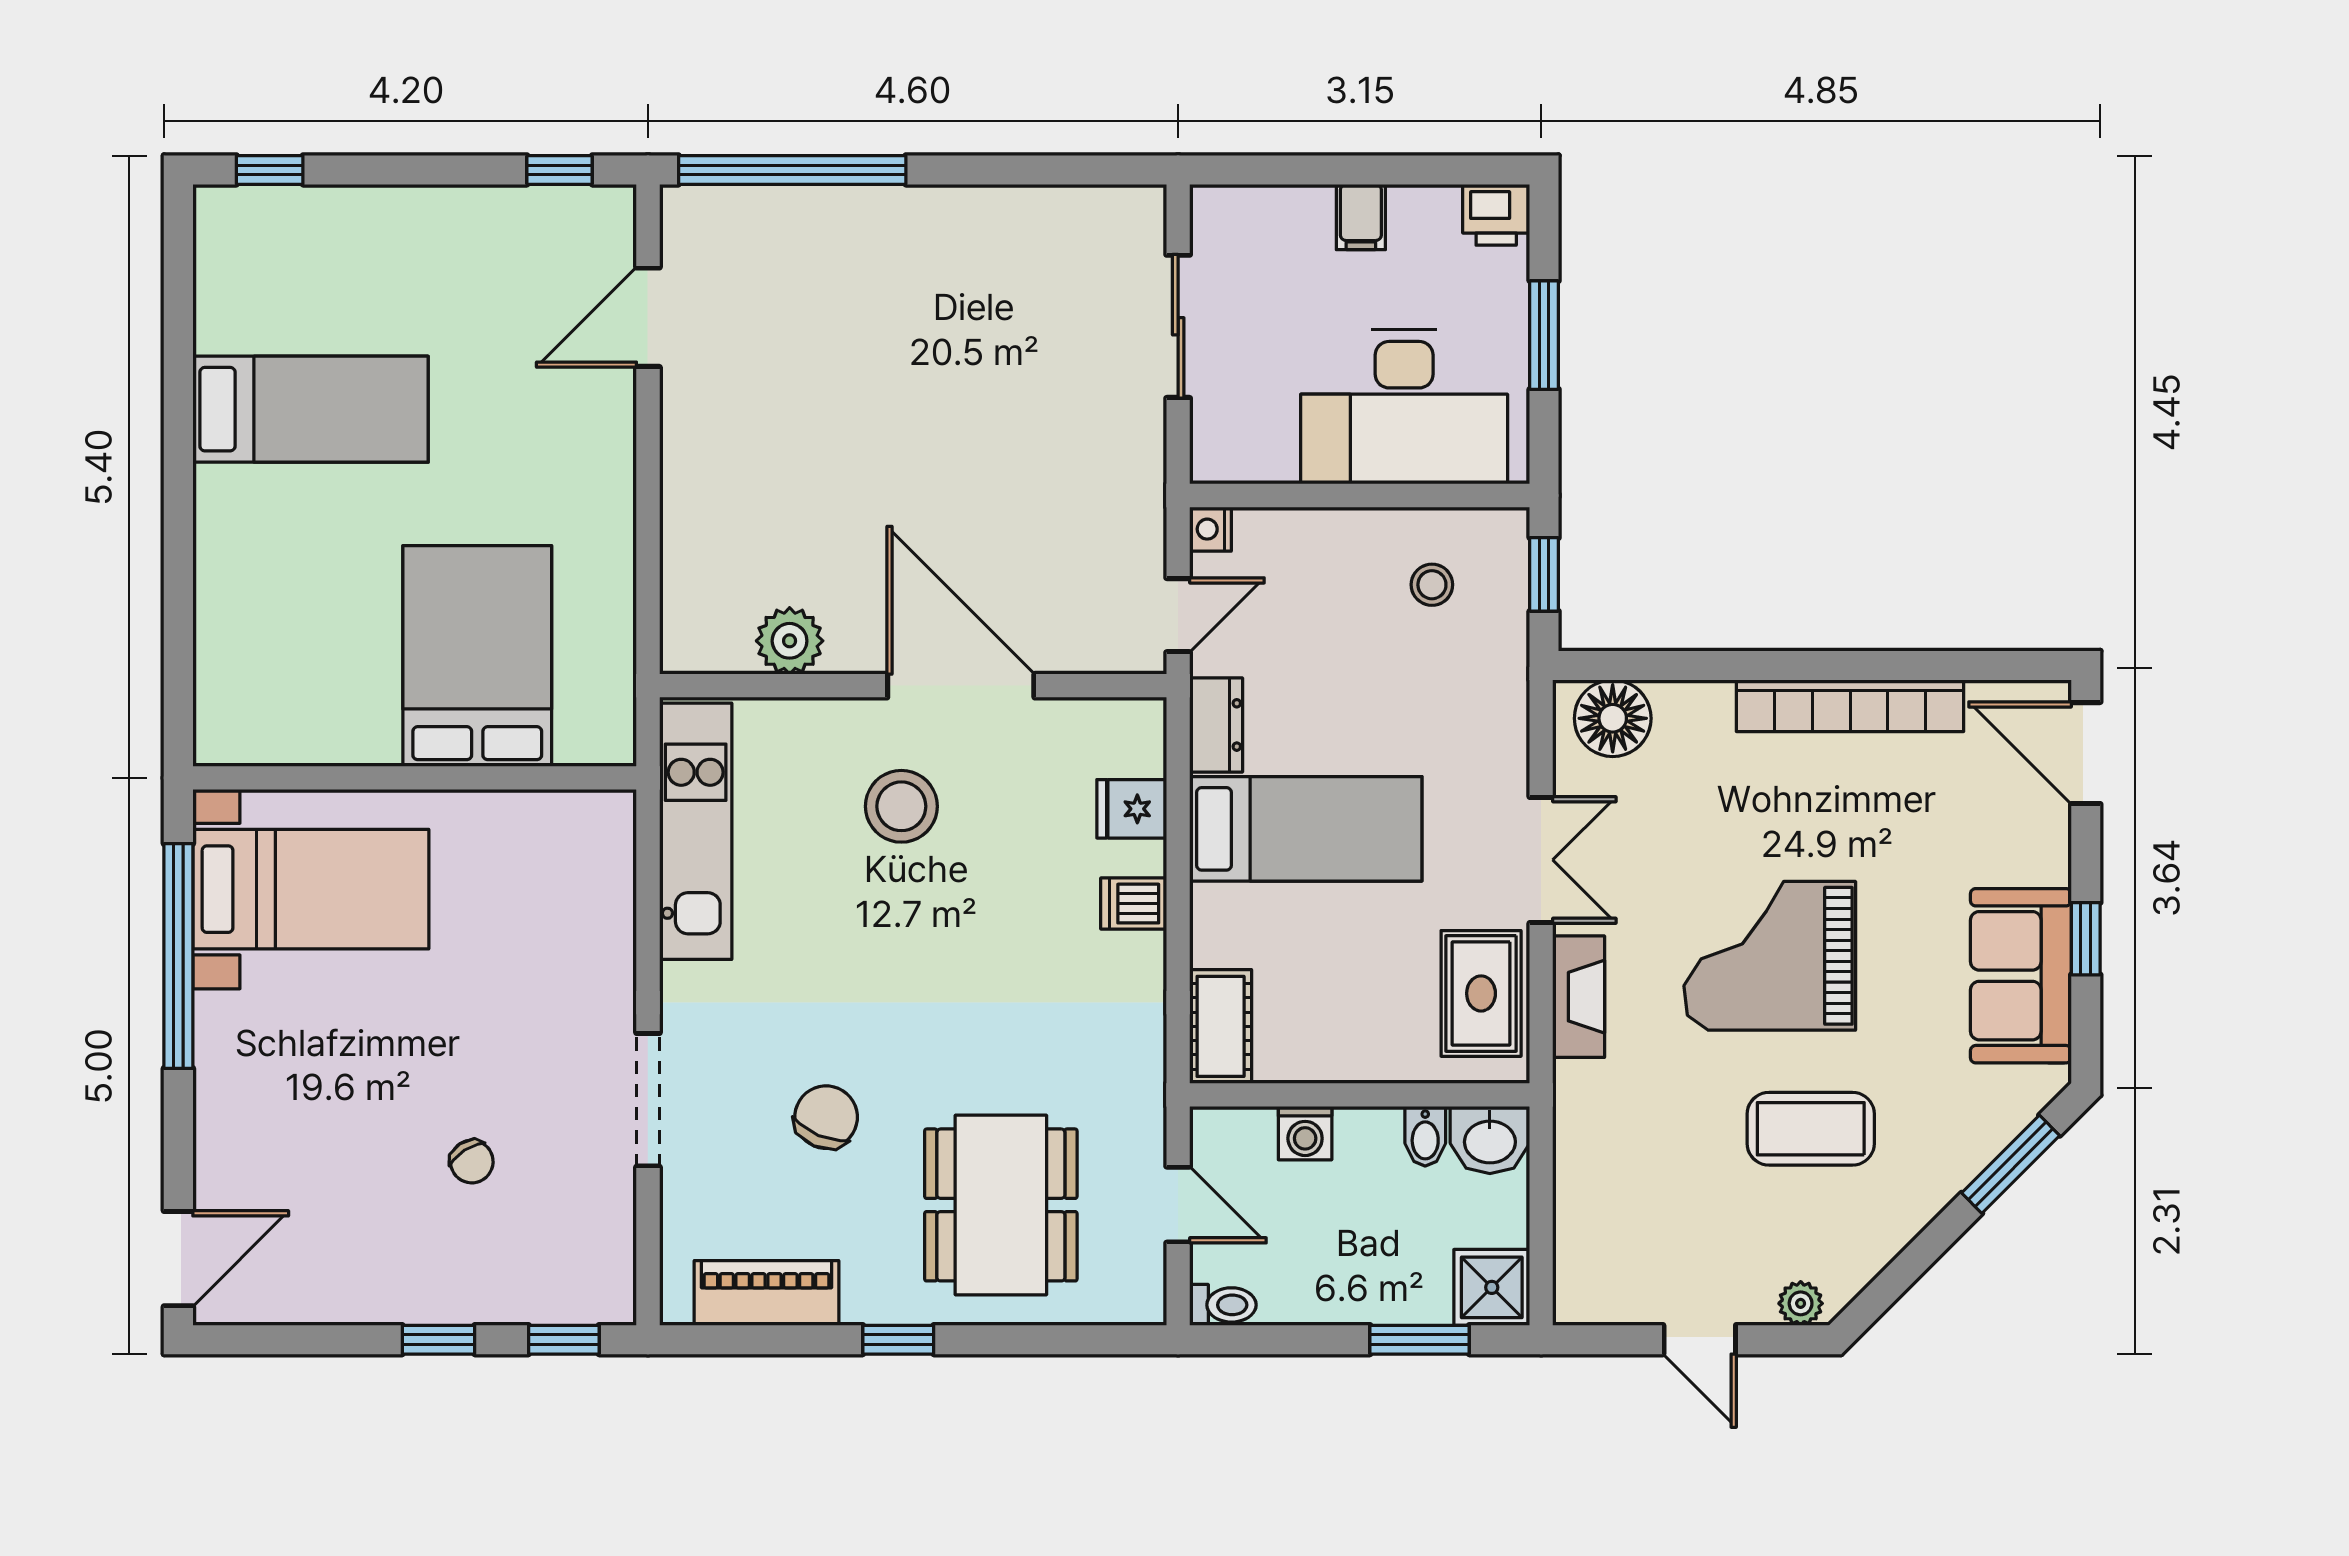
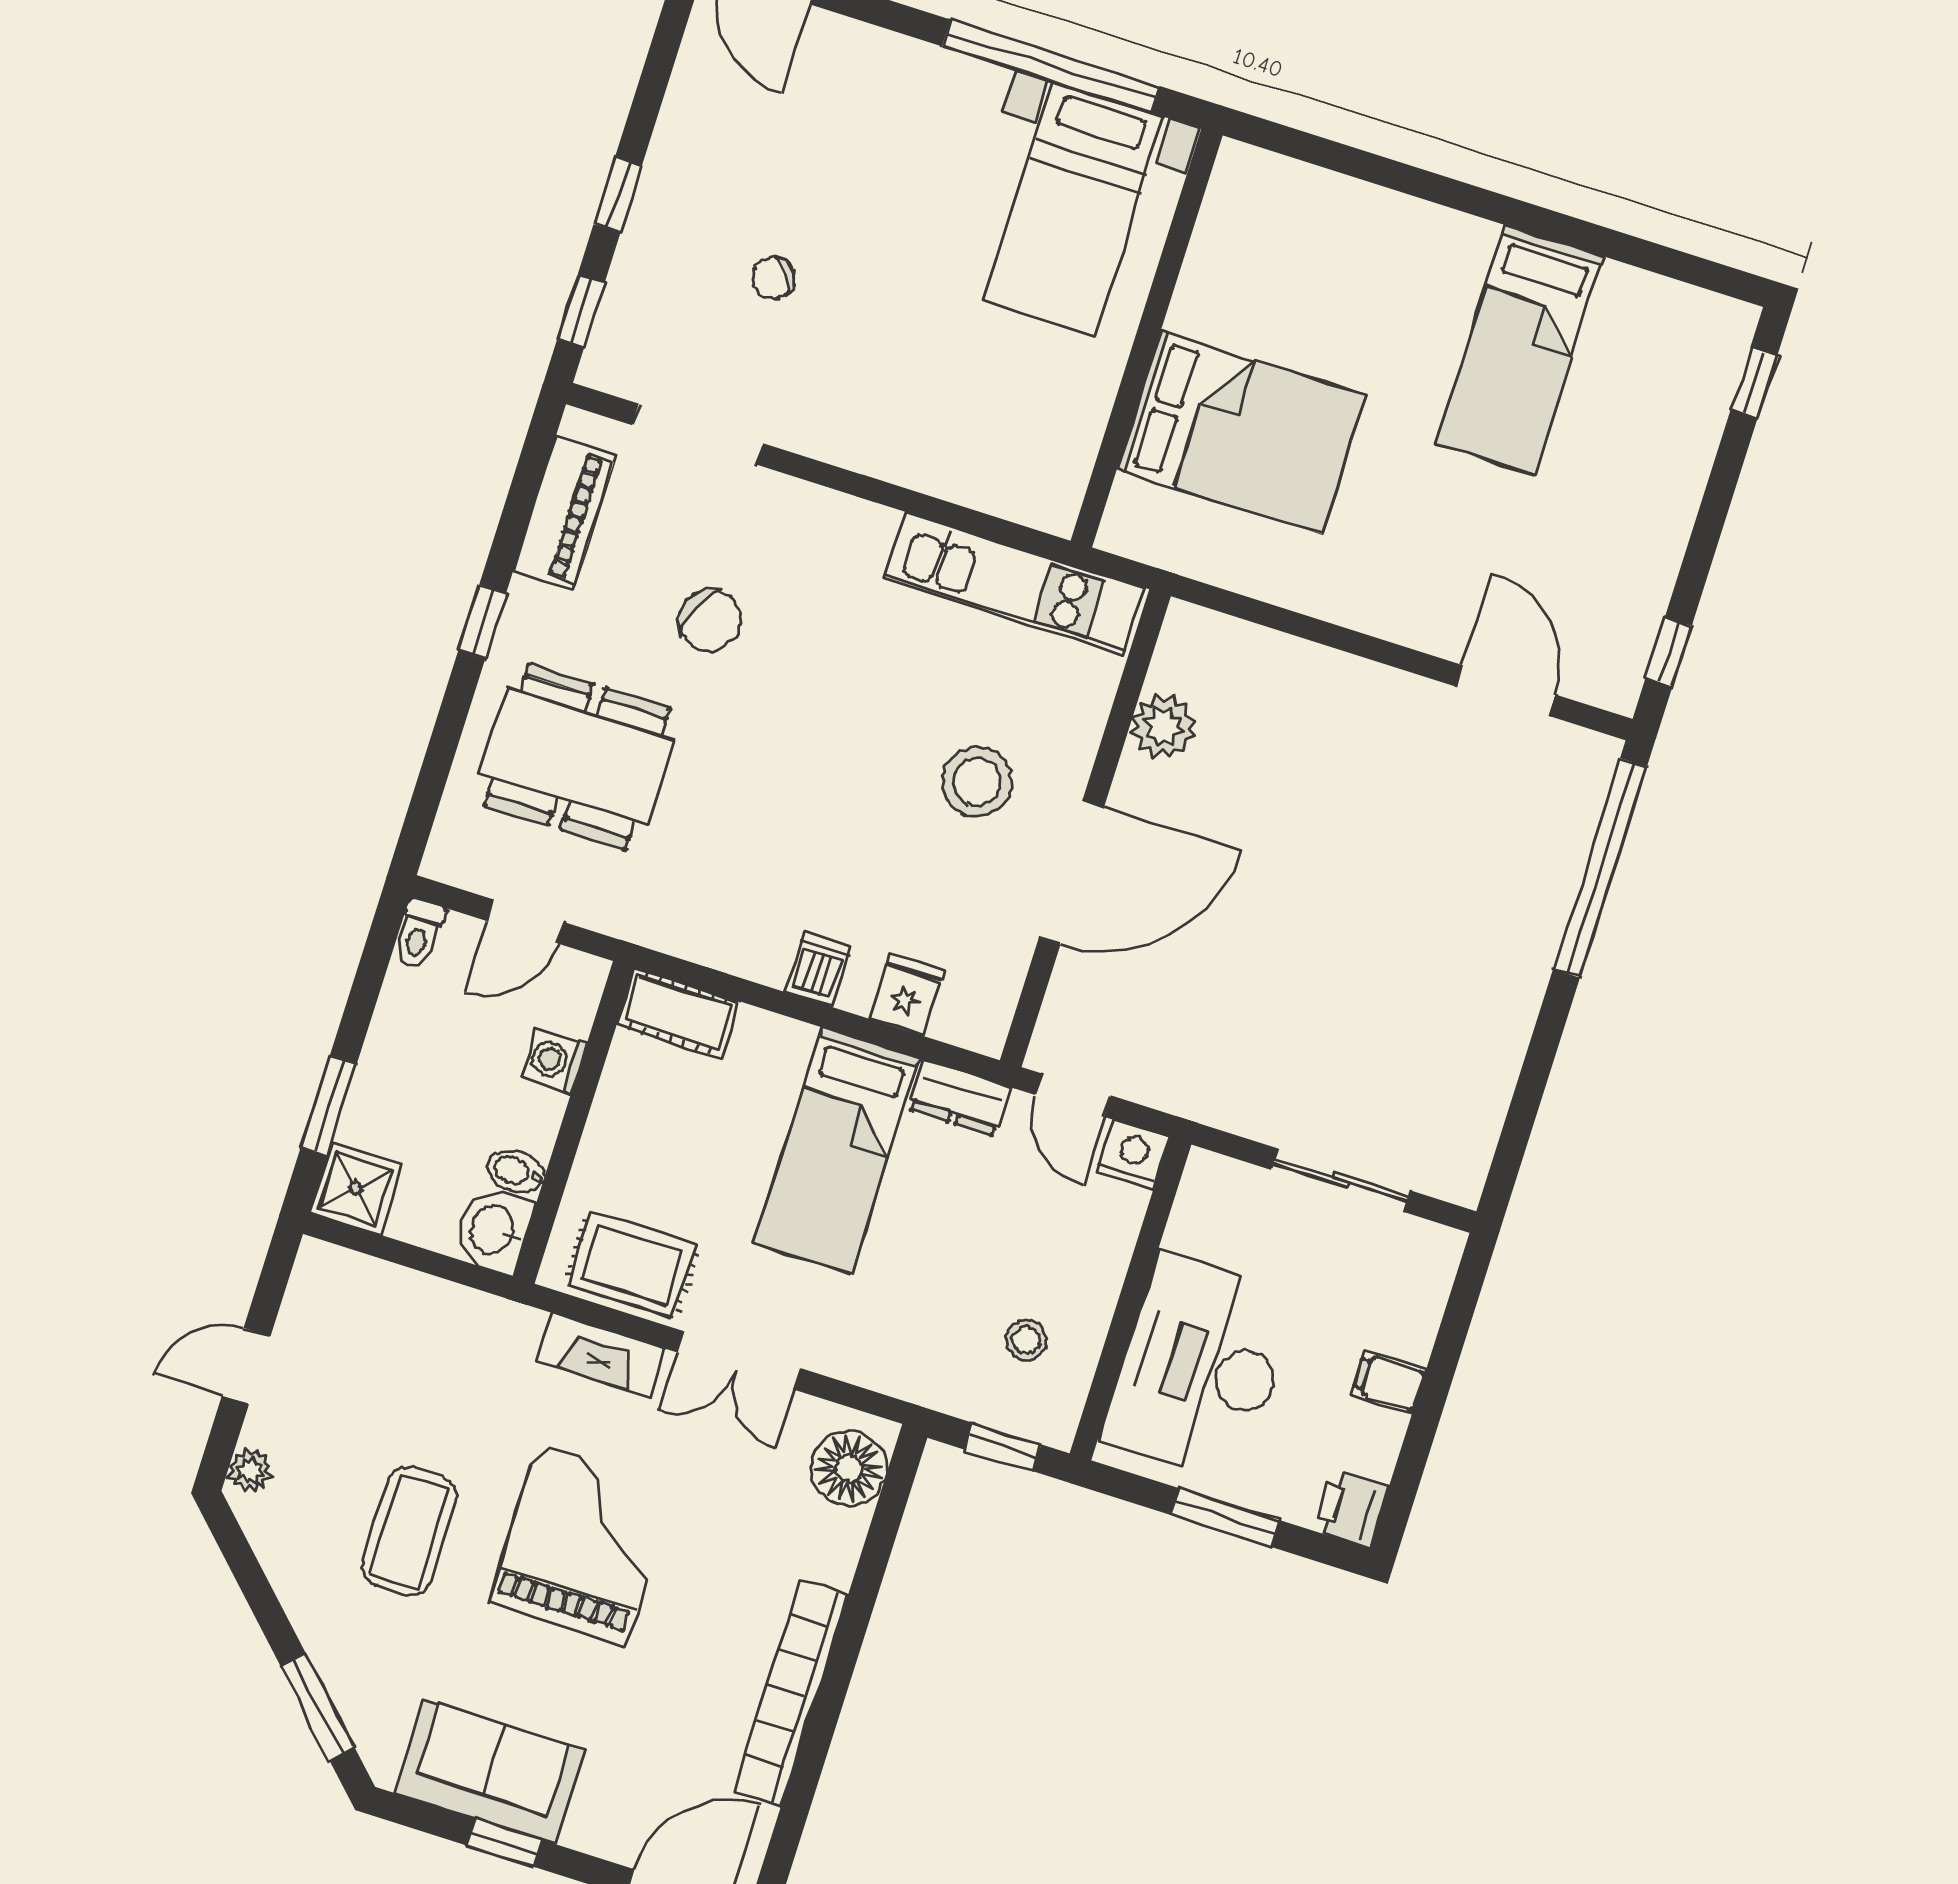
nightstand: (1211, 529) -> (1133, 1155), width x1.39, depth x1.35
doorway: (648, 1100) -> (698, 434), moved

